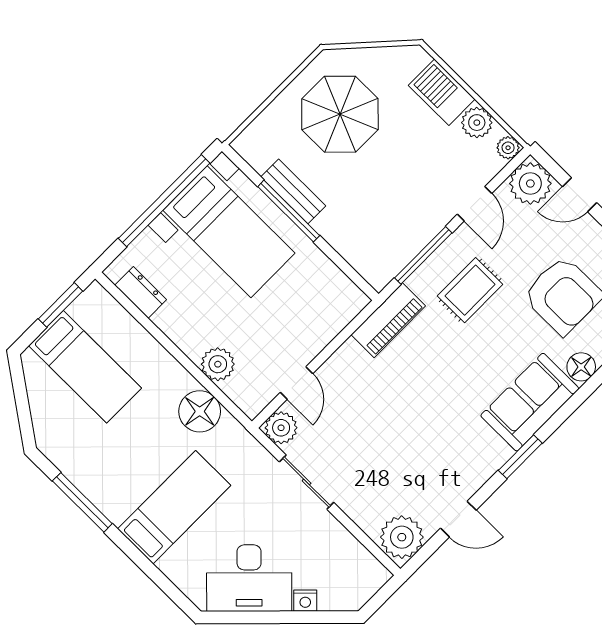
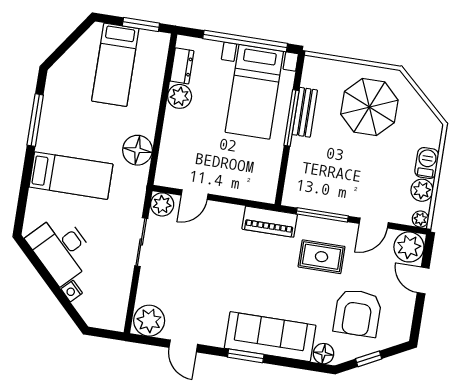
barbecue: (442, 92) -> (427, 163), width x0.73, depth x0.79
plant: (218, 364) -> (180, 96), moved
sofa: (530, 402) -> (270, 337), width x1.36

